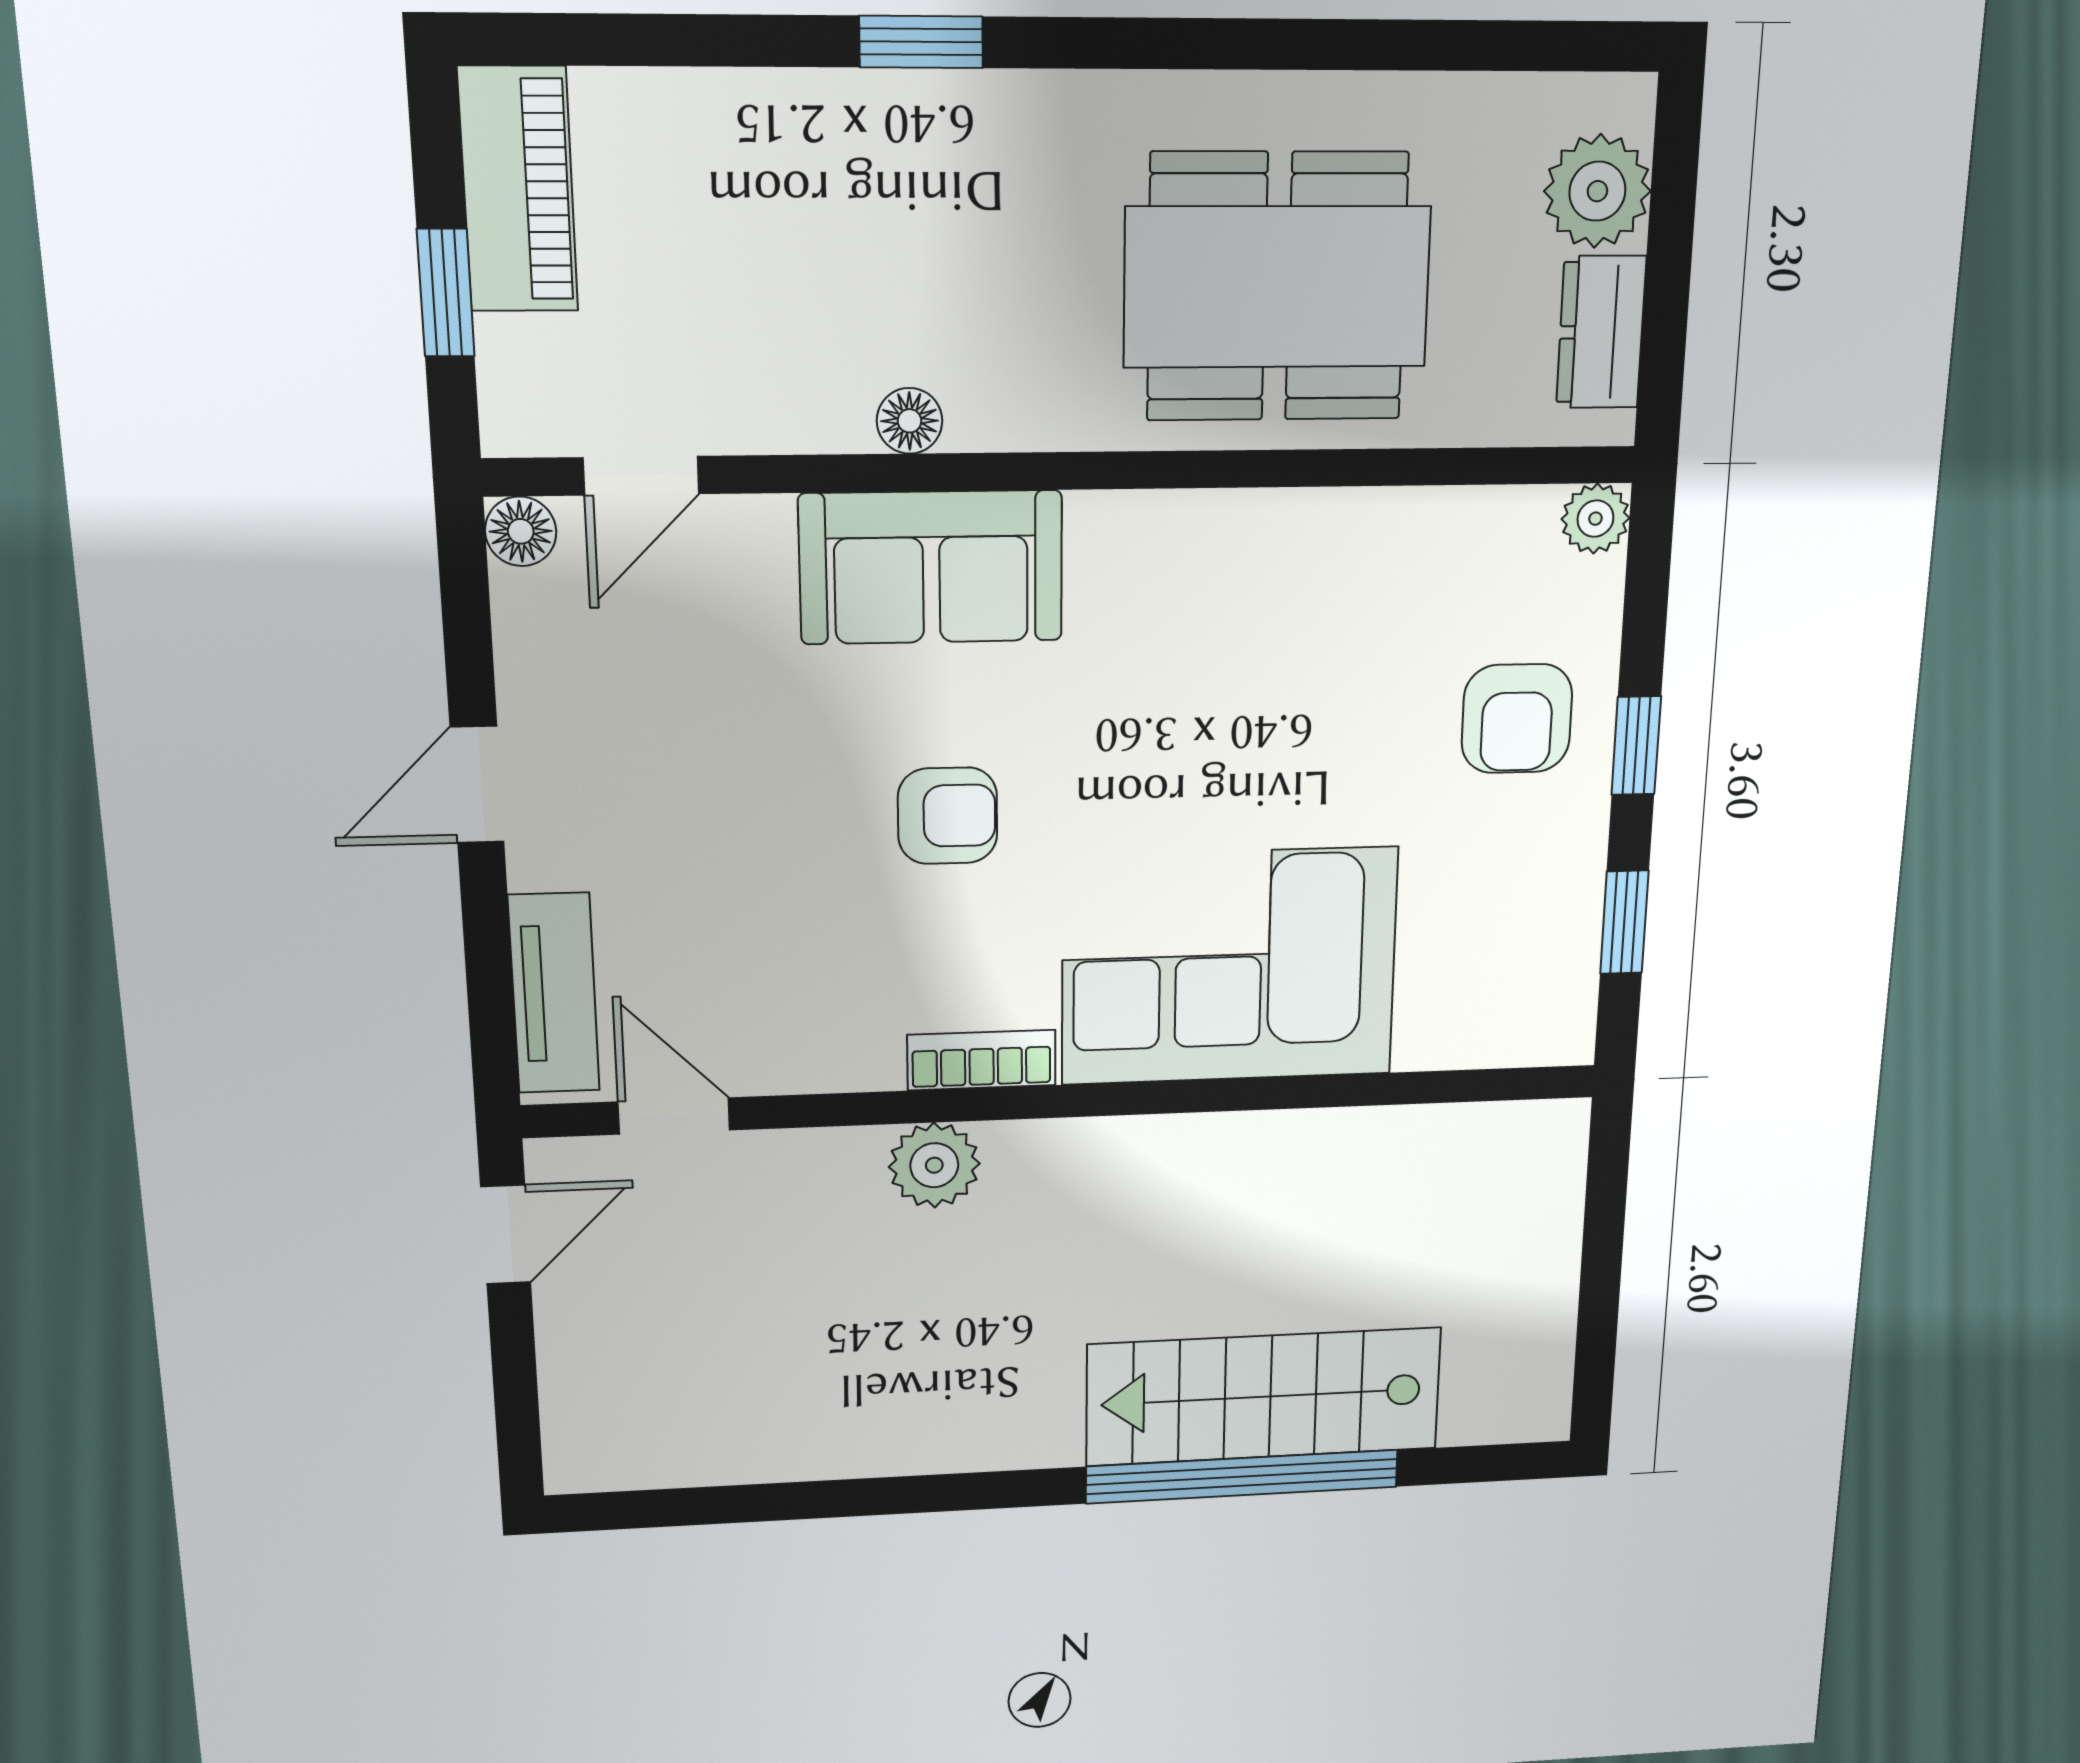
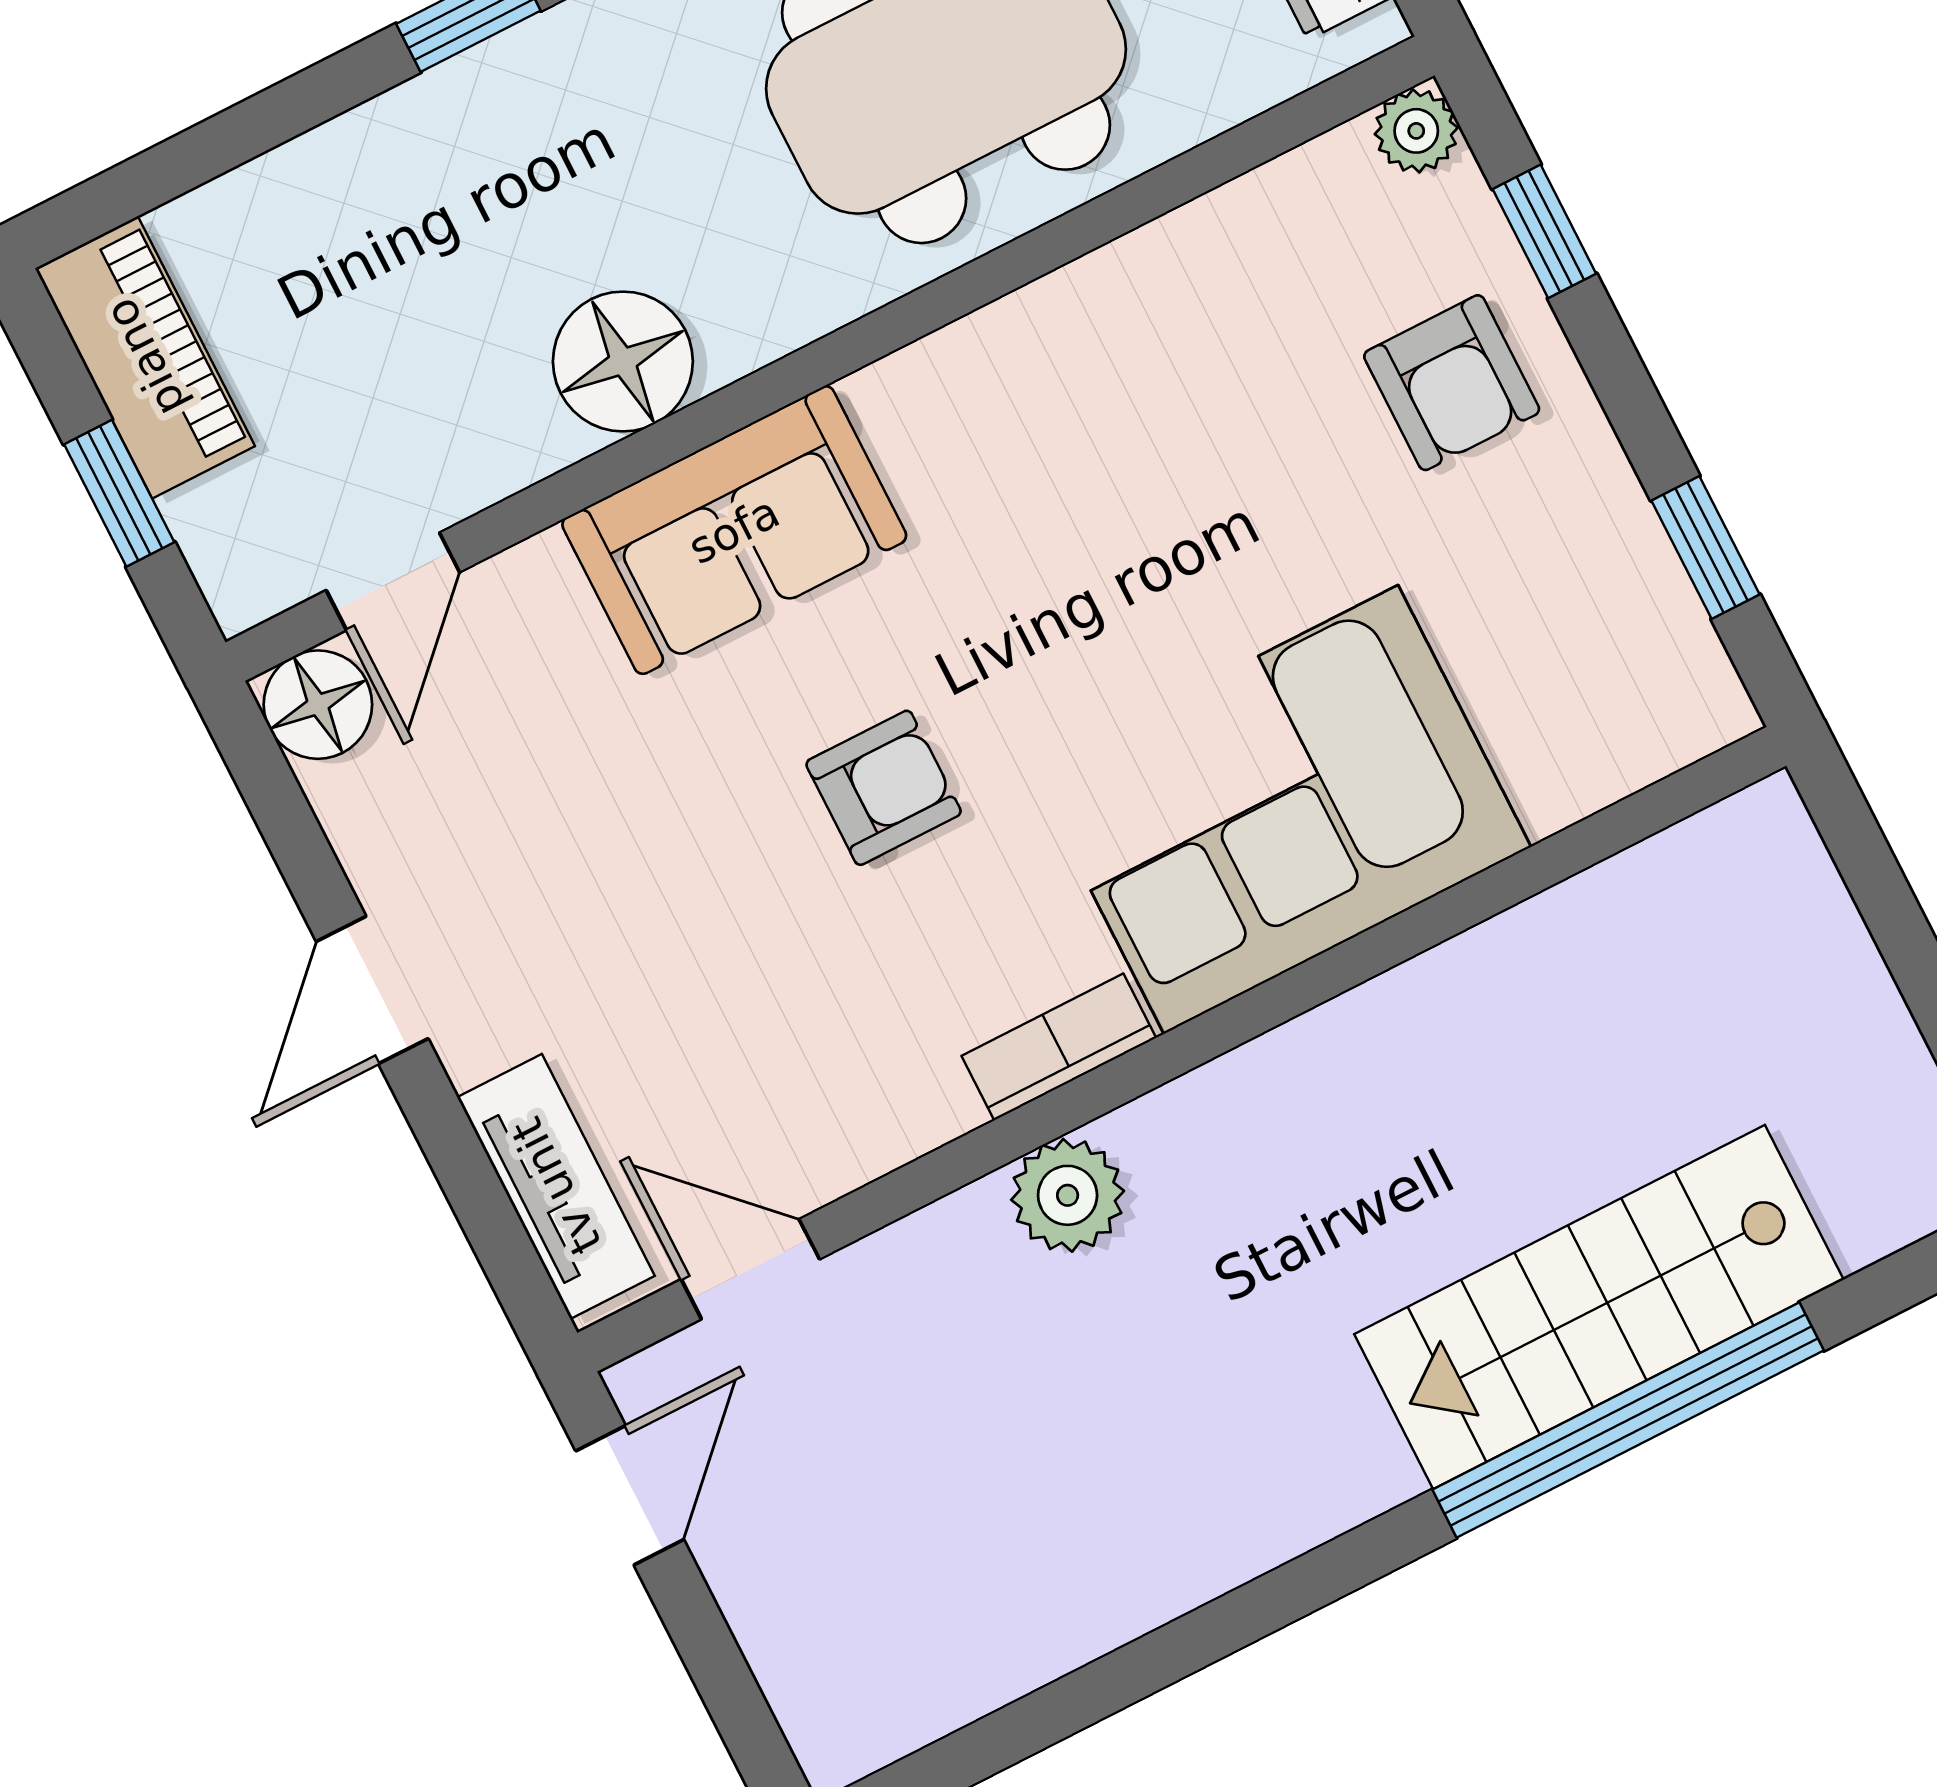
floor lamp: (910, 421) -> (623, 361), width x1.89, depth x1.89
floor lamp: (521, 531) -> (318, 705), width x1.37, depth x1.37
window: (1636, 746) -> (1544, 231), moved

